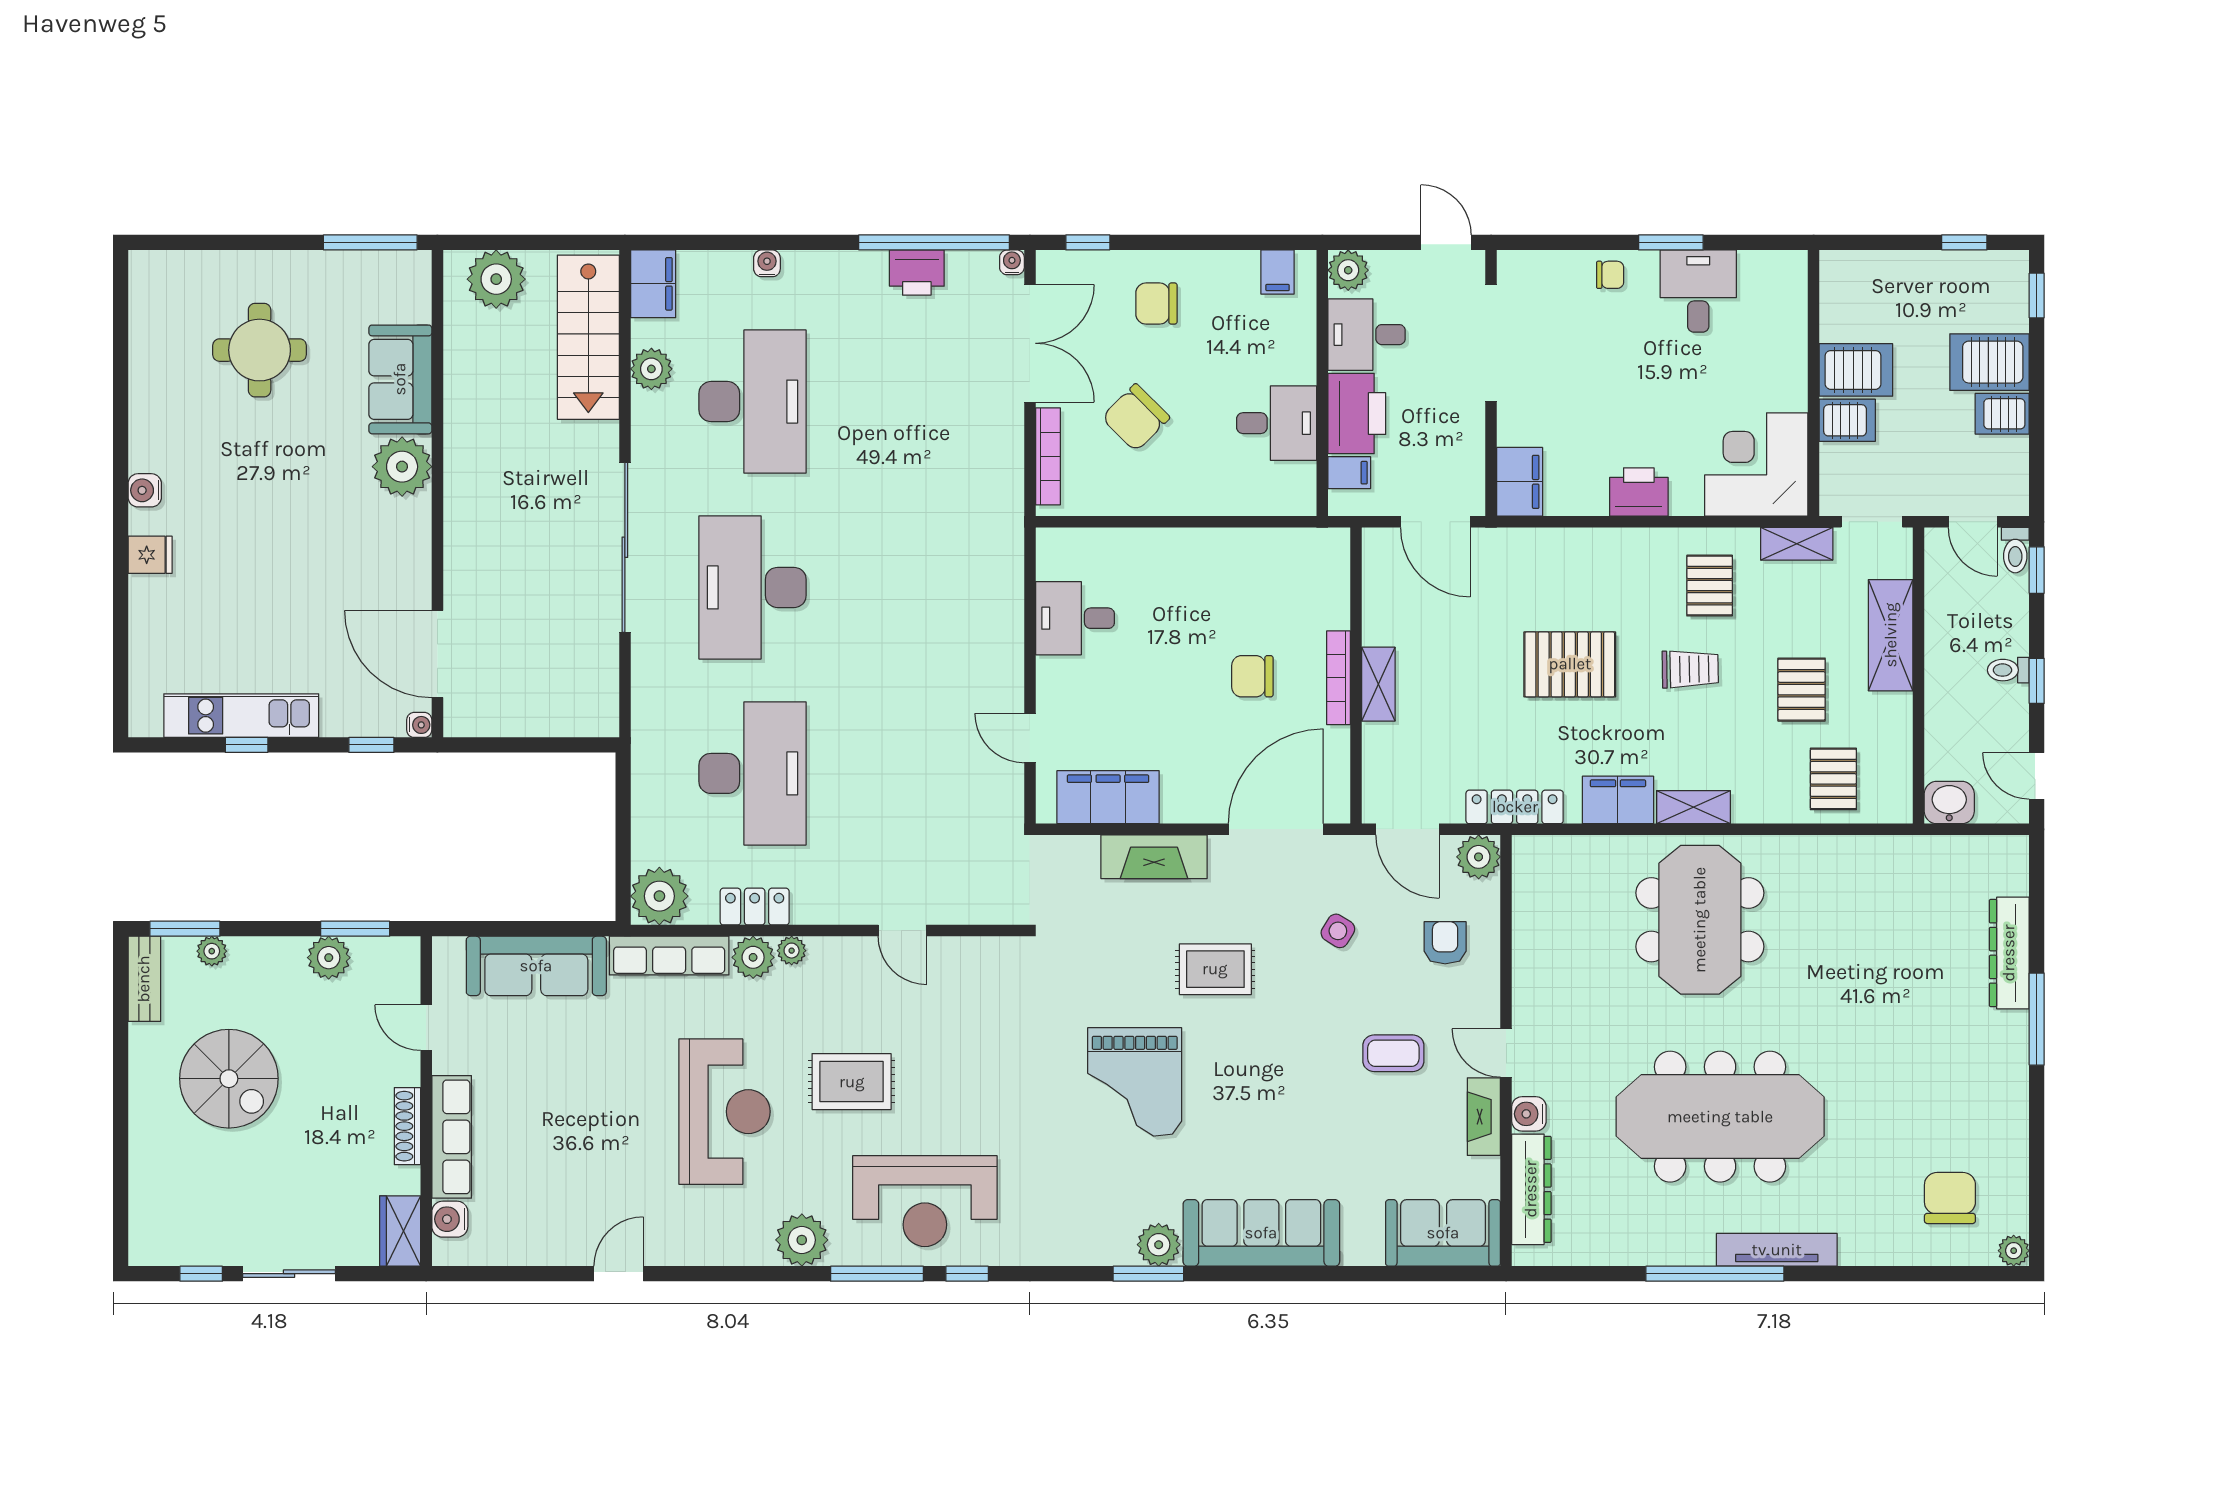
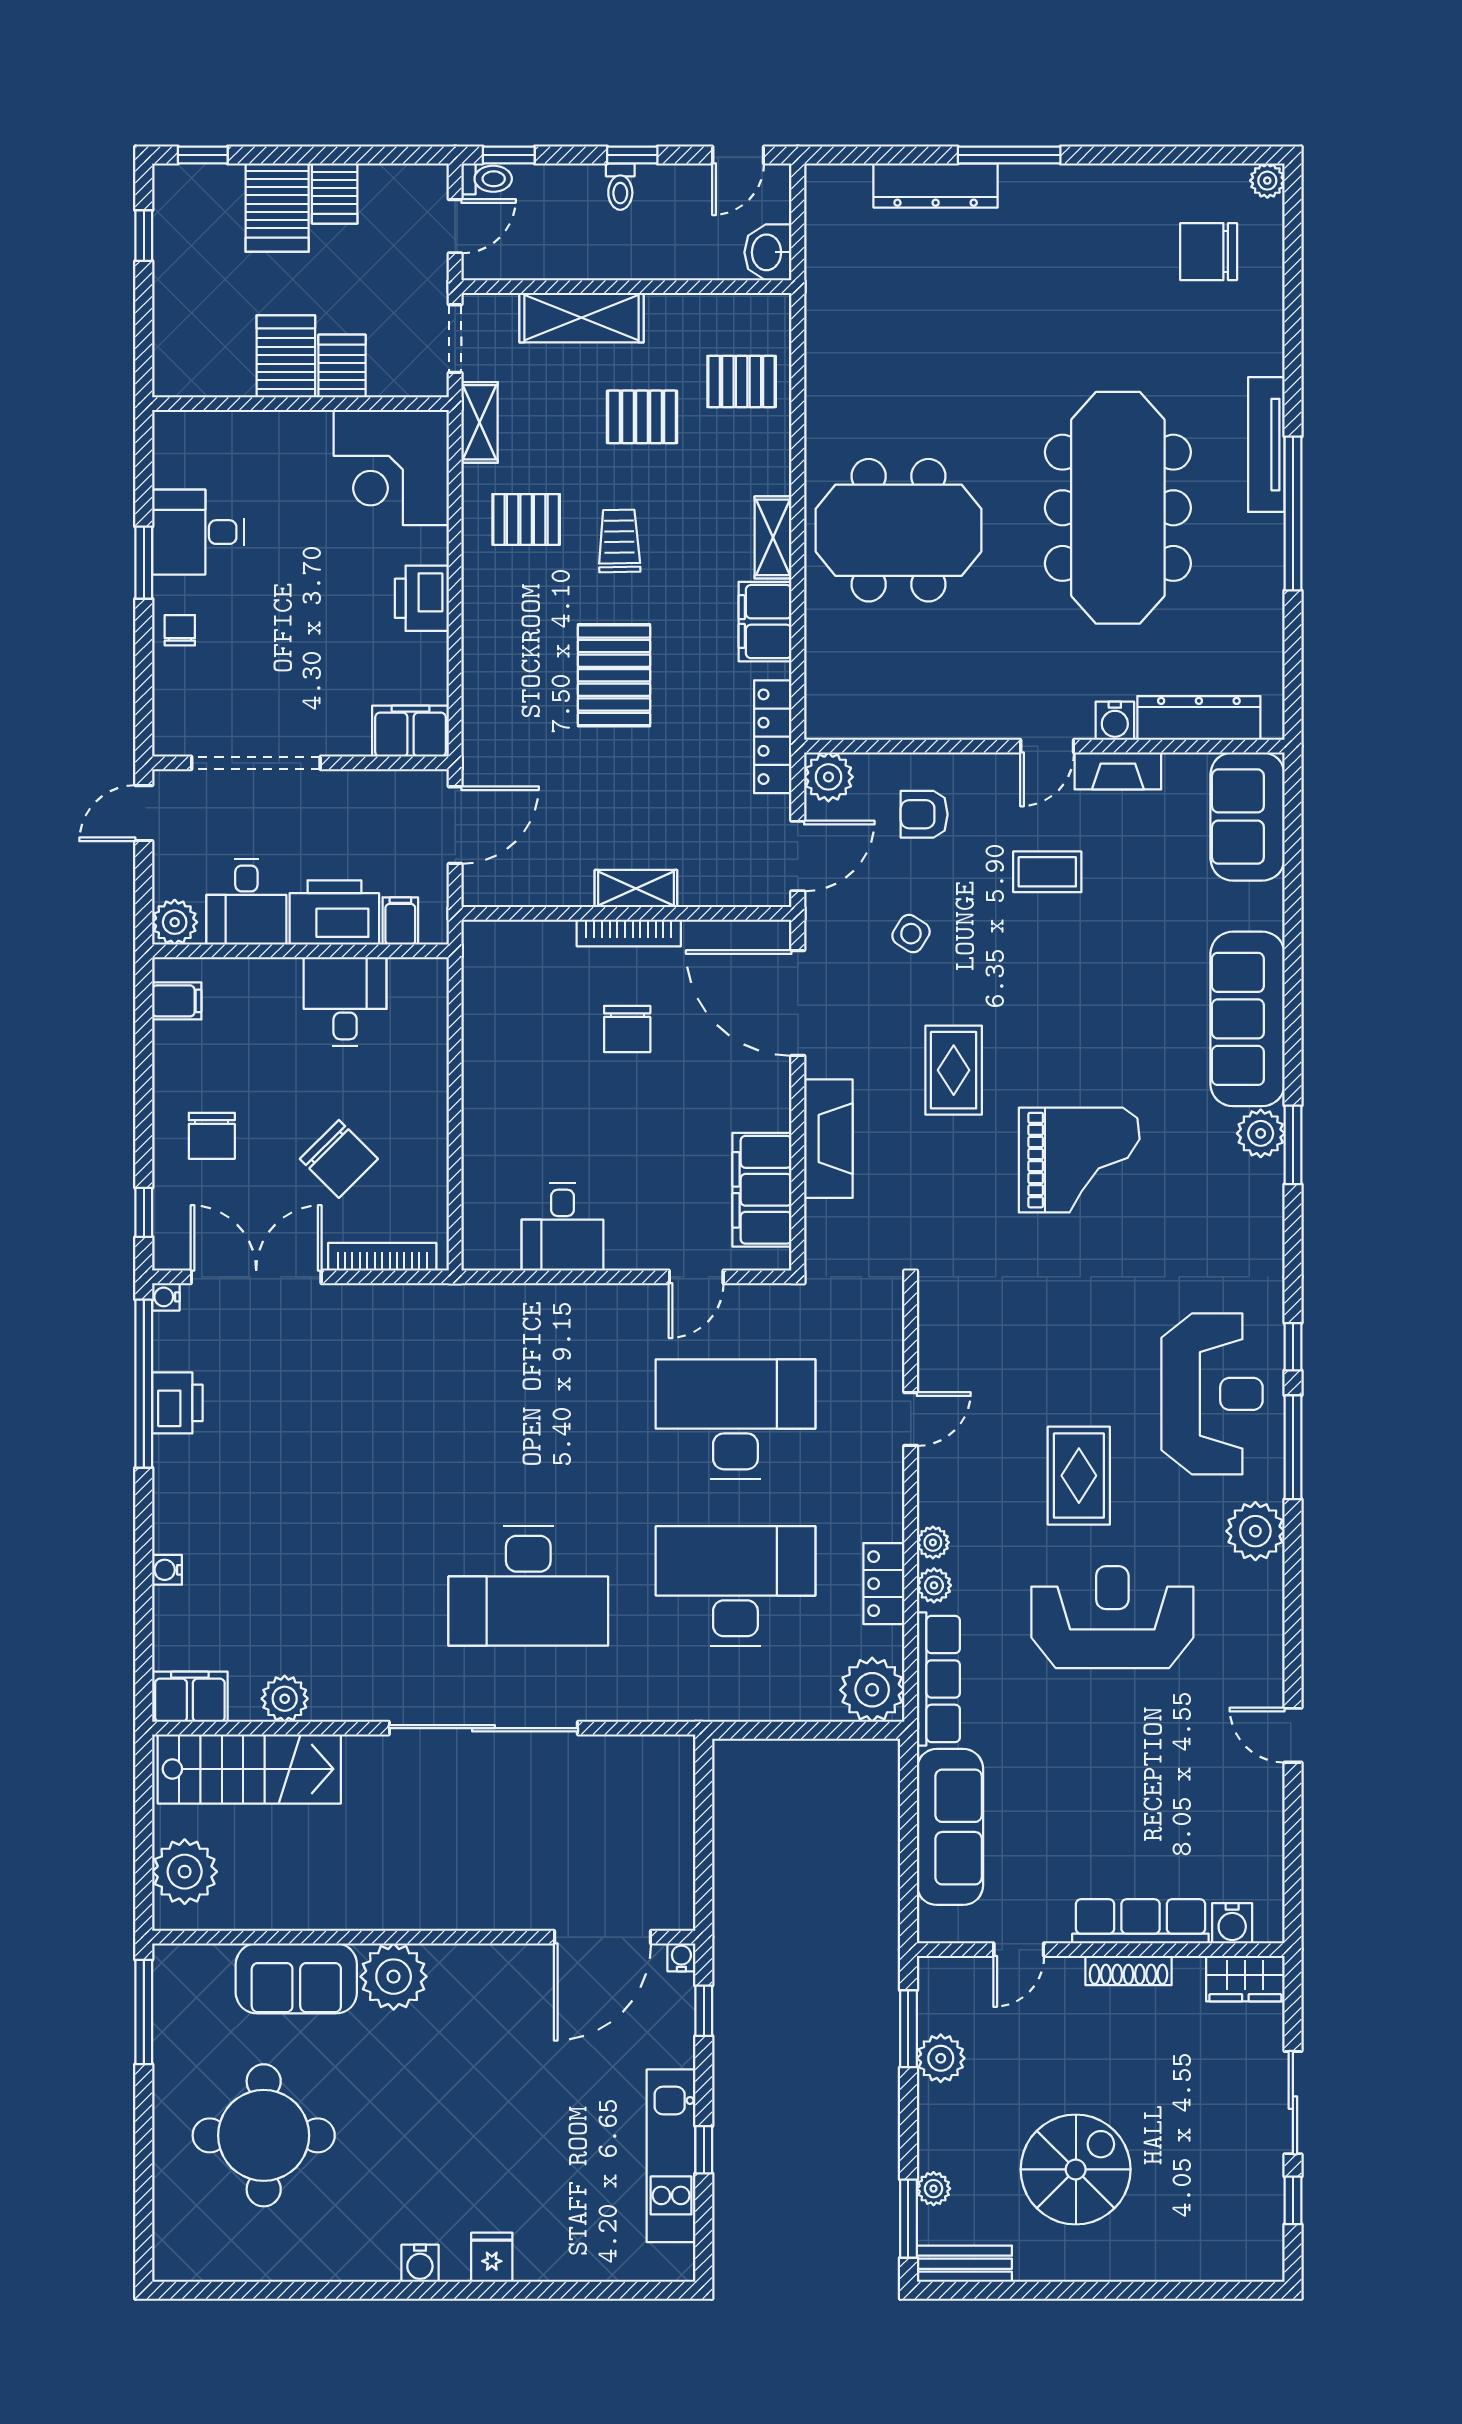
round table: (260, 350) -> (264, 2135), width x1.36, depth x1.36
desk: (753, 402) -> (735, 1419), moved
plant: (753, 957) -> (934, 1585), width x0.73, depth x0.73
coffee table: (1393, 1053) -> (1047, 872), turned 90

